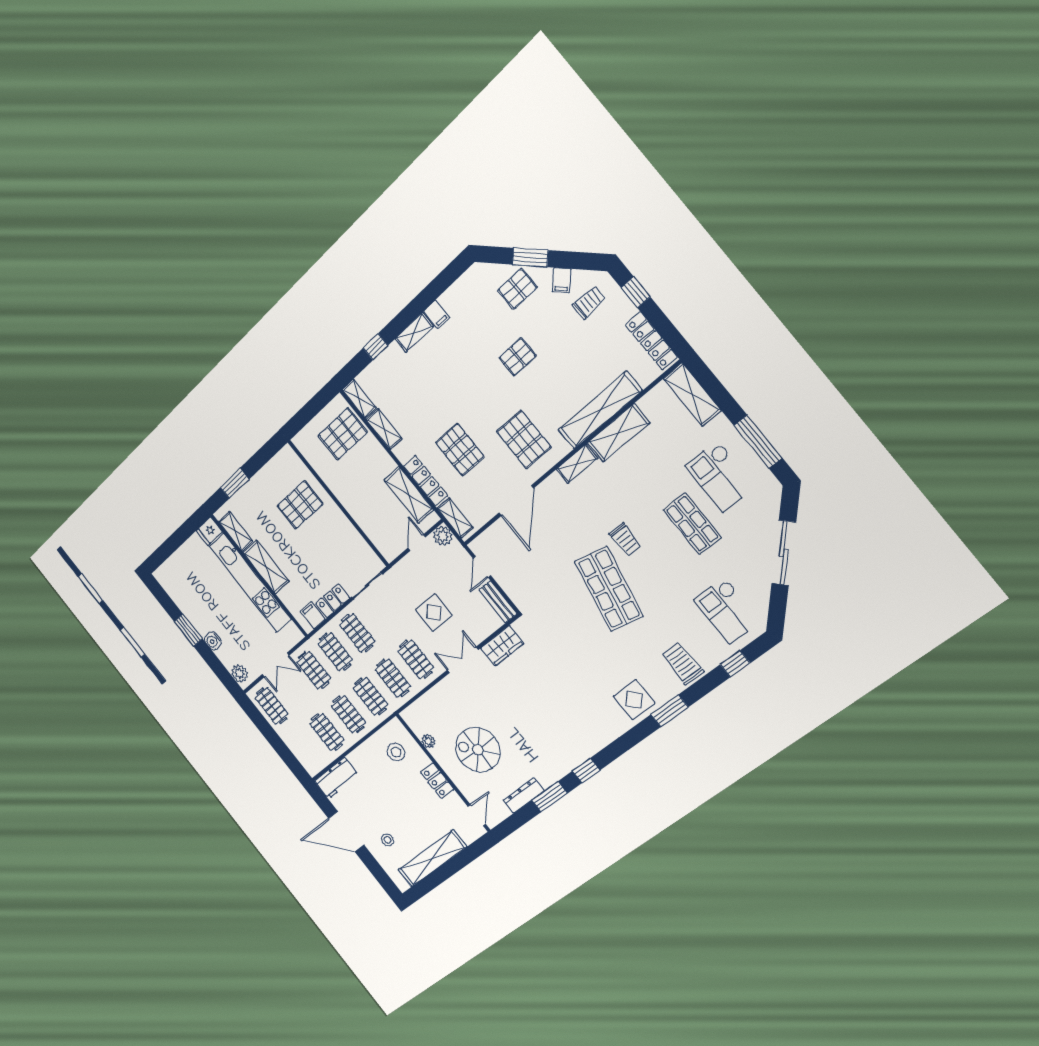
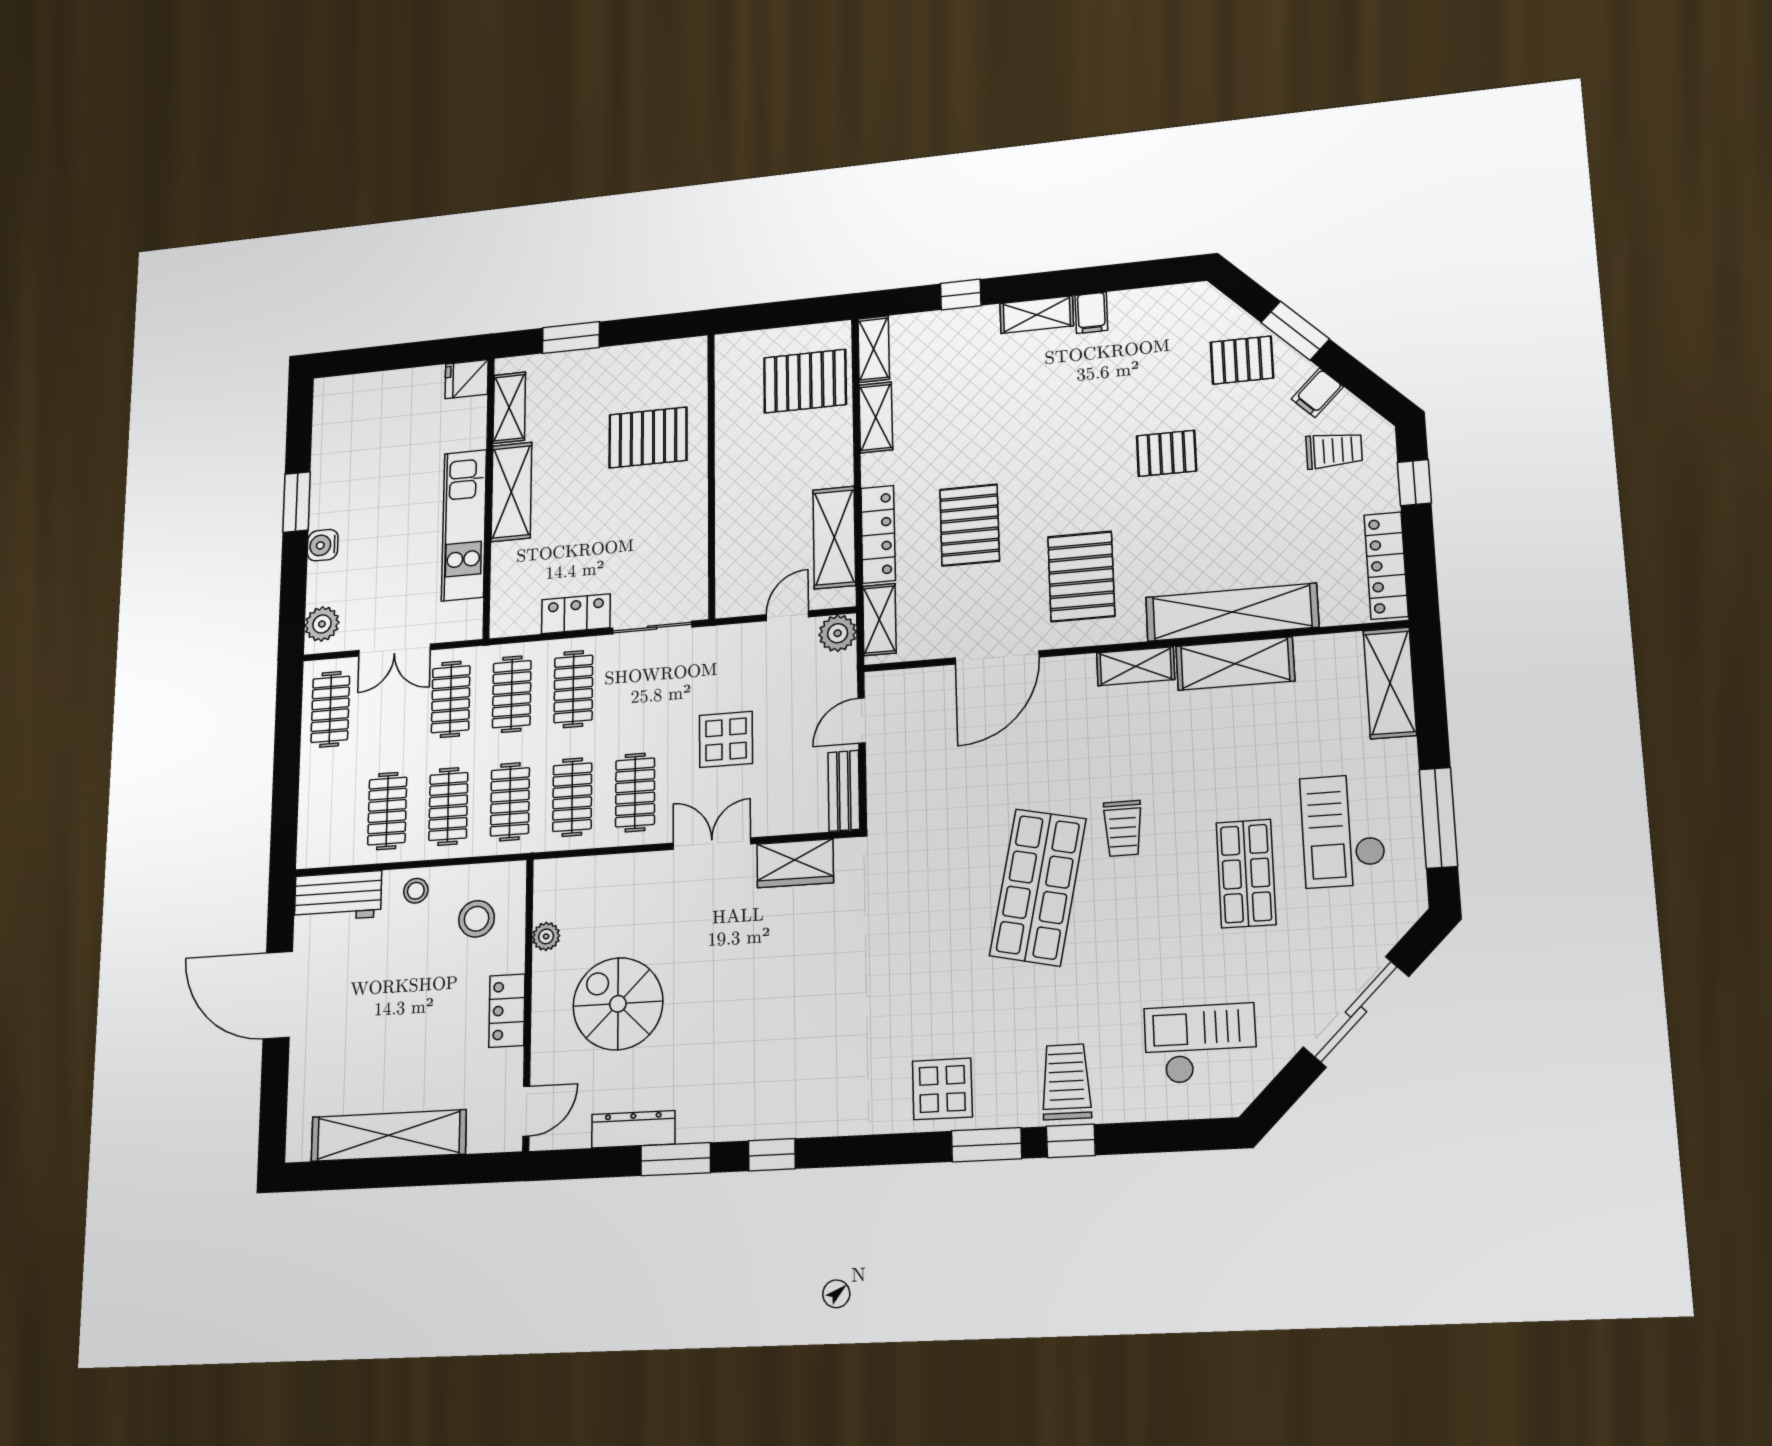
kitchen unit: (250, 583) -> (464, 525), width x0.73
checkout: (727, 611) -> (1200, 1044), turned 90
filing cabinet: (313, 615) -> (523, 614), removed
window: (735, 664) -> (1071, 1141), moved
stool: (387, 840) -> (416, 891), moved

